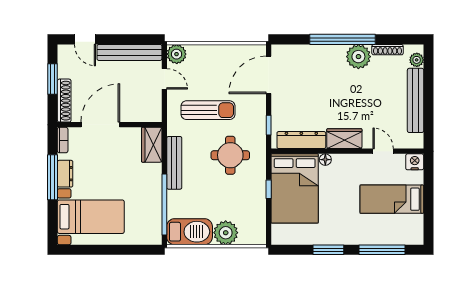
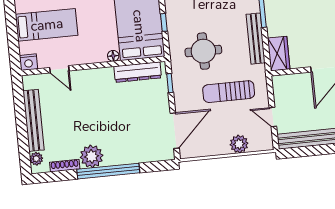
plant: (177, 54) -> (239, 144), moved
wardrobe: (344, 139) -> (97, 77), removed

